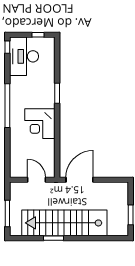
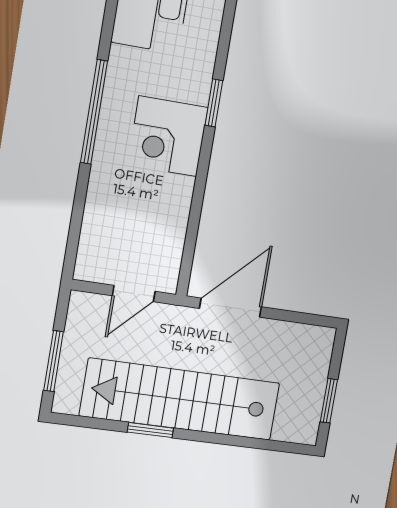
corner desk: (40, 124) -> (168, 136), moved
door: (37, 180) -> (134, 294), swing flipped

